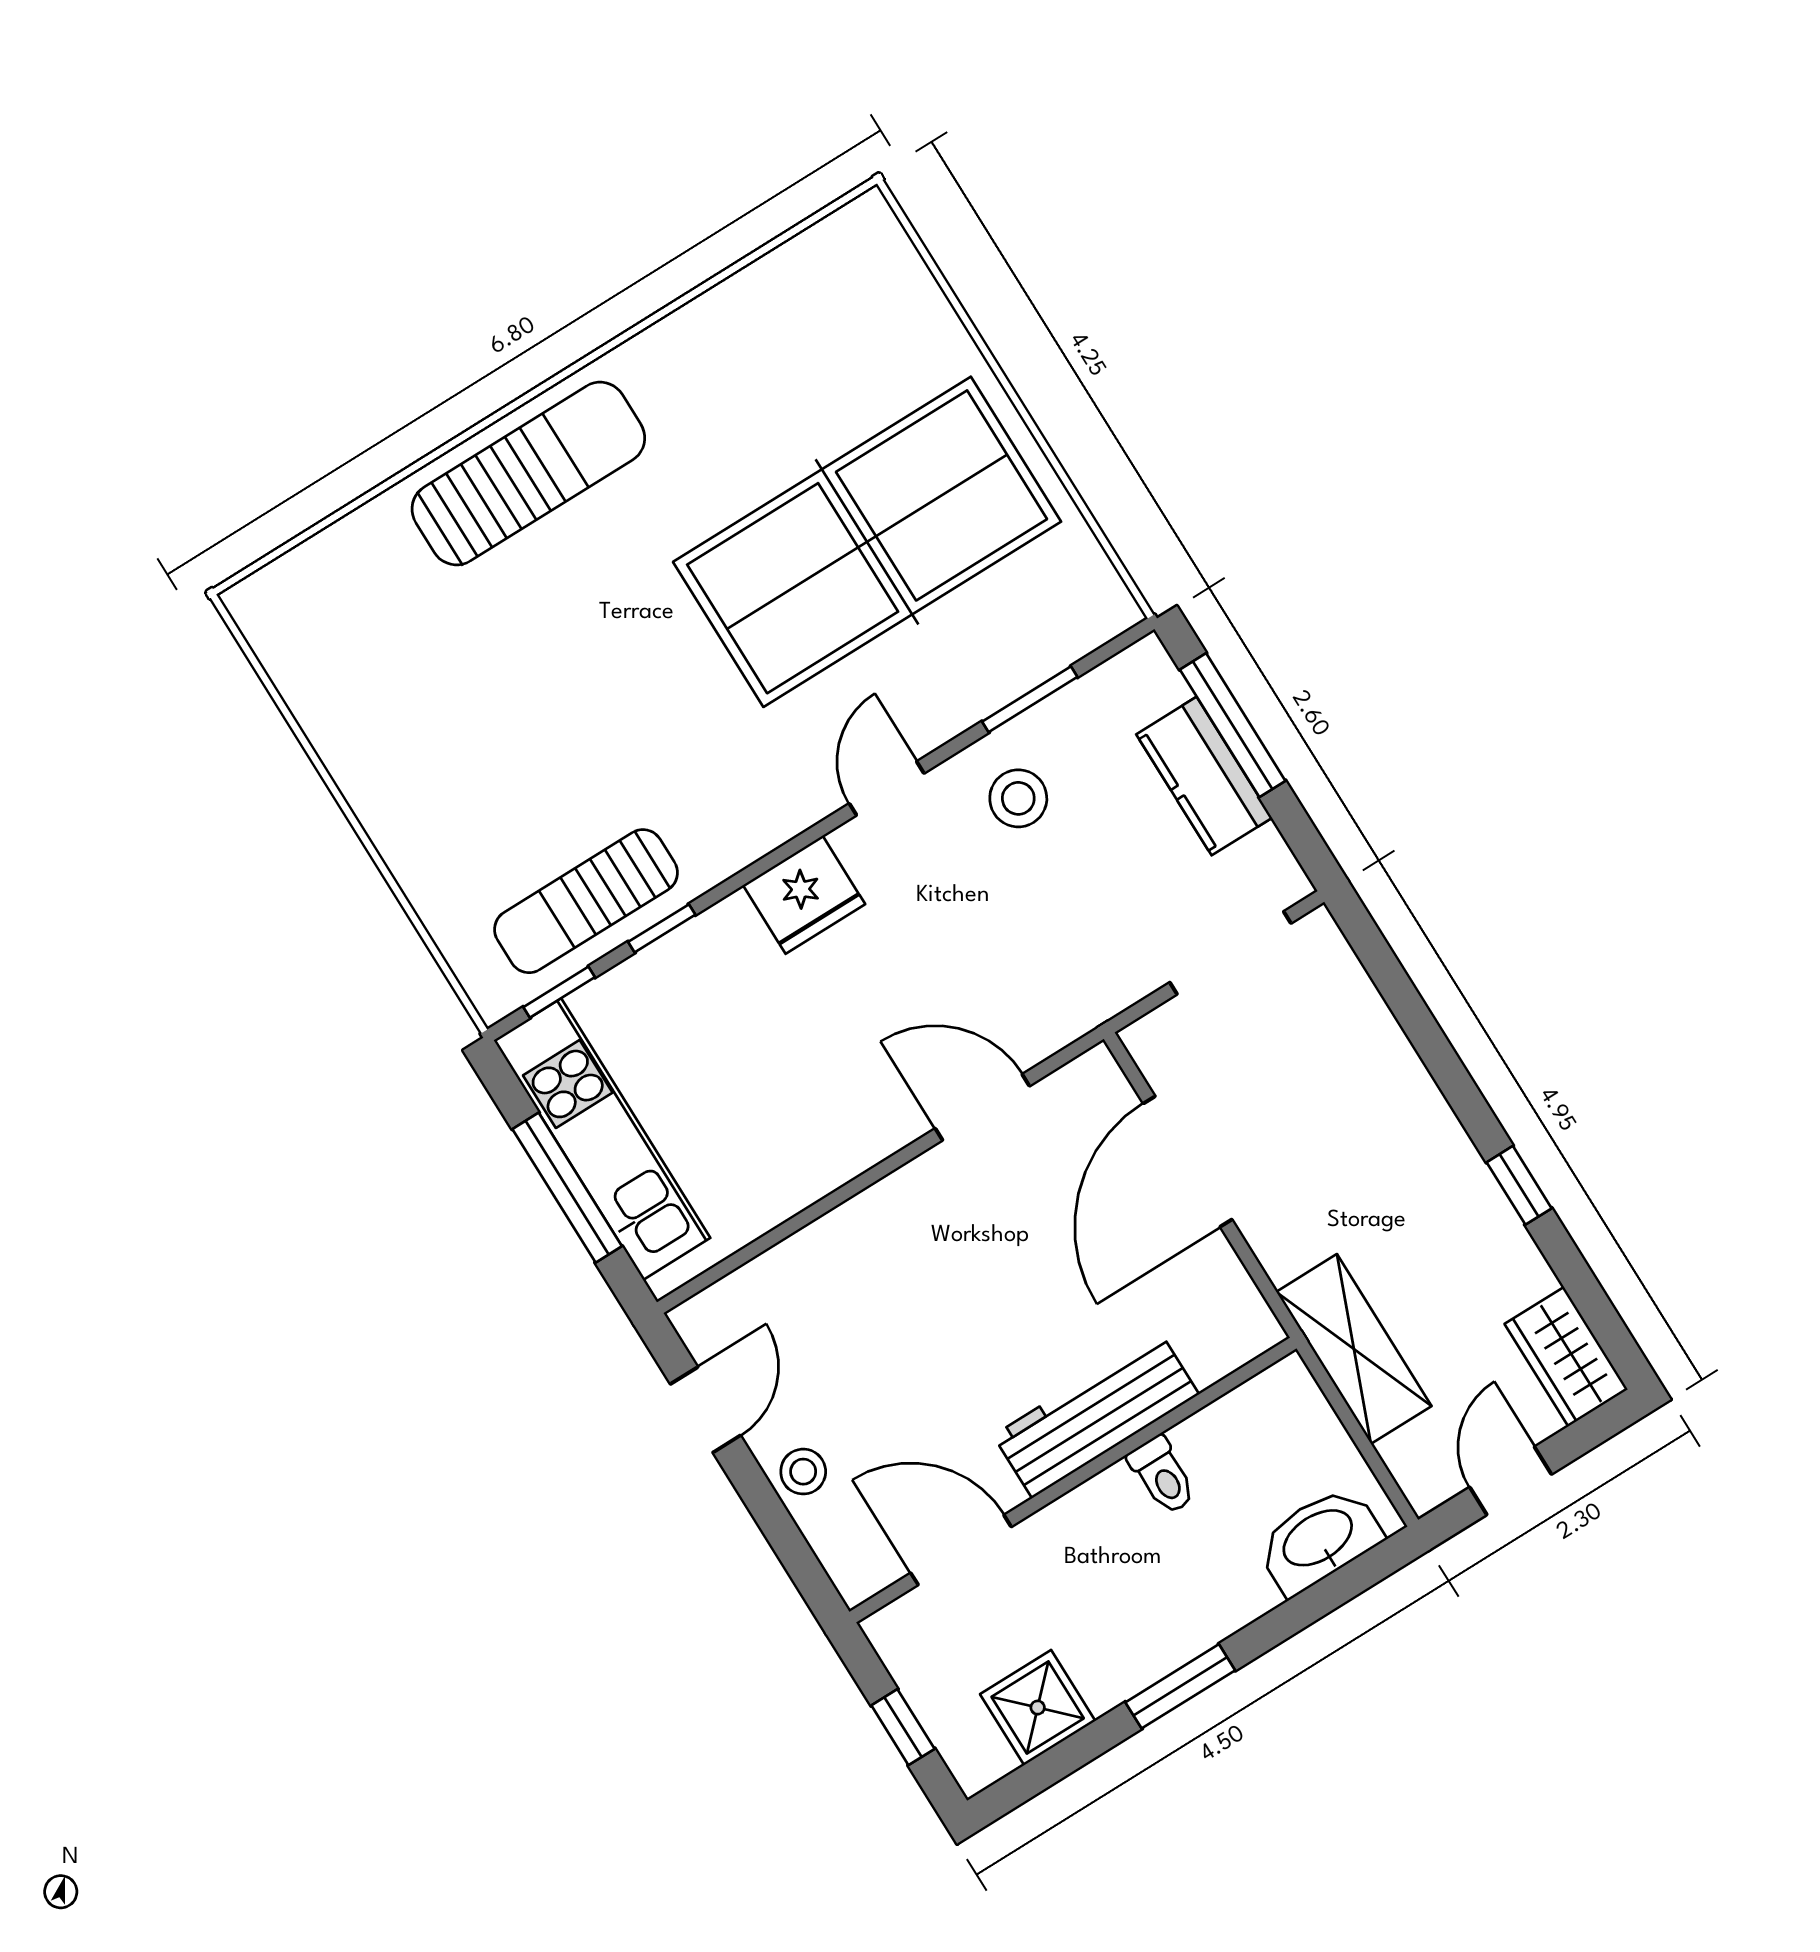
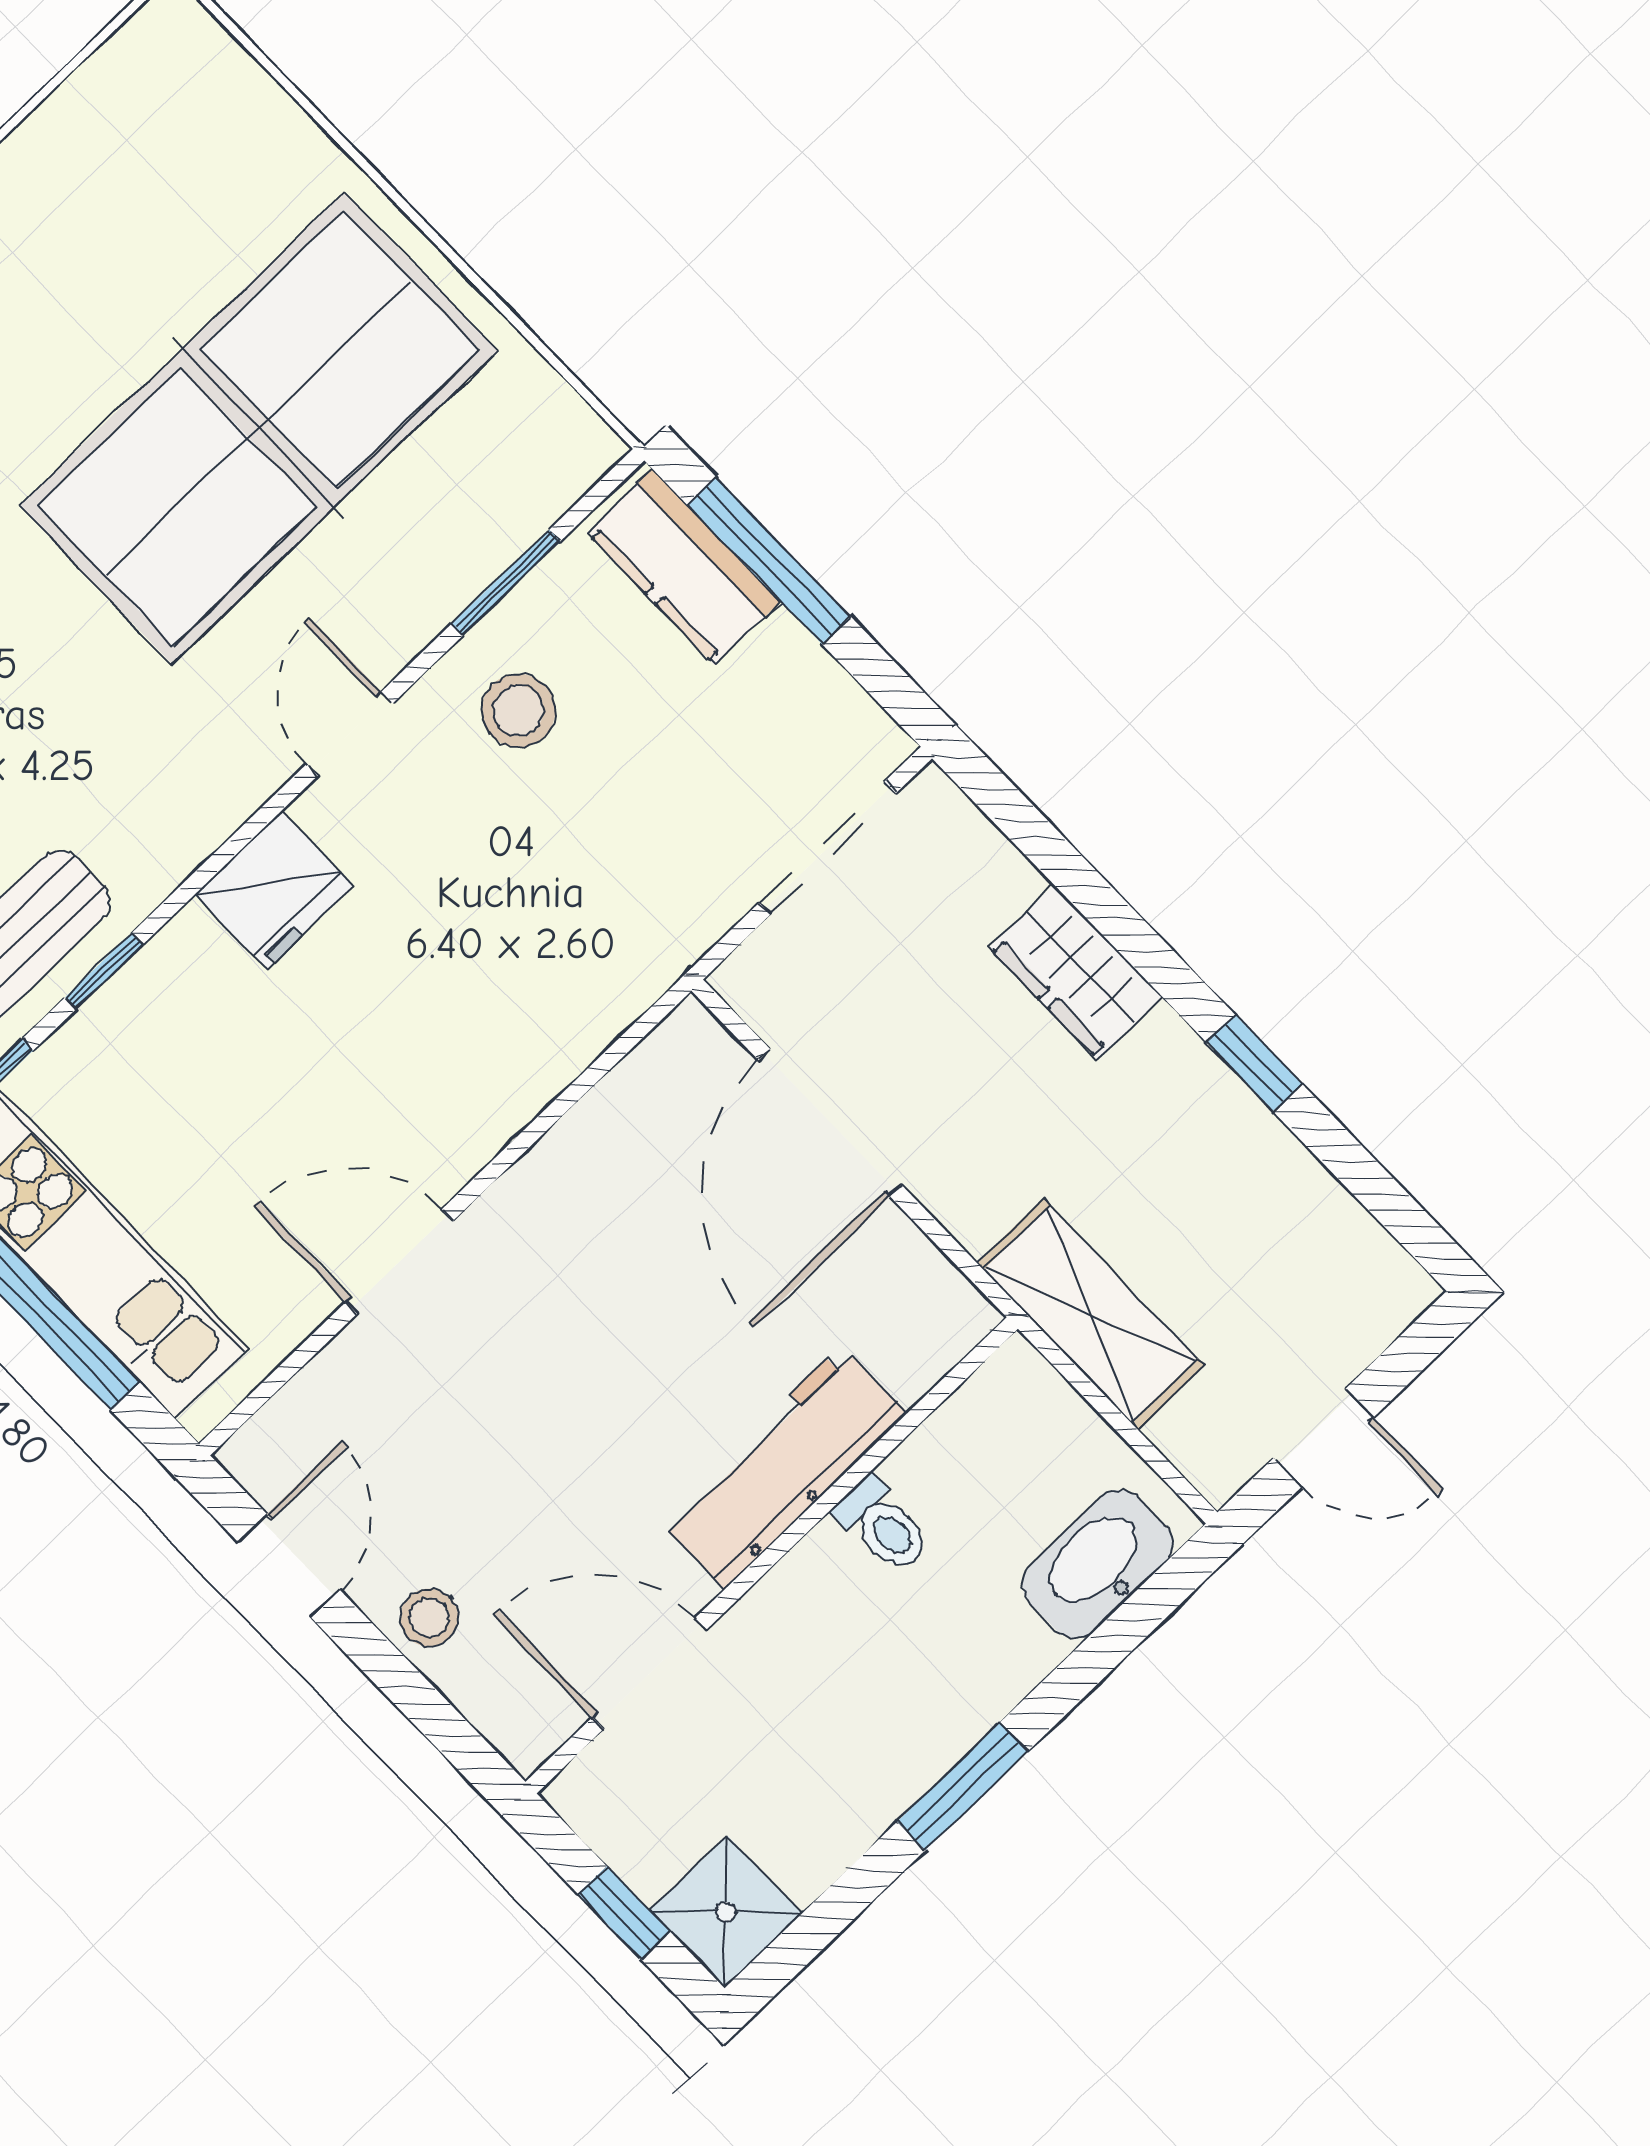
kitchen counter: (1204, 776) -> (684, 567), moved
door: (982, 1107) -> (399, 1262), moved
wardrobe: (1566, 1357) -> (1076, 972), moved
door: (1511, 1481) -> (1323, 1438), swing flipped
shower: (1038, 1708) -> (726, 1912), moved

